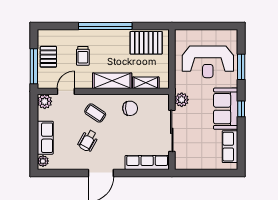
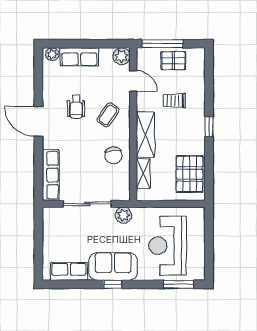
window: (105, 26) -> (209, 127), width x0.32
window: (241, 67) -> (179, 284), moved
wheelchair: (88, 140) -> (76, 107), turned -119

